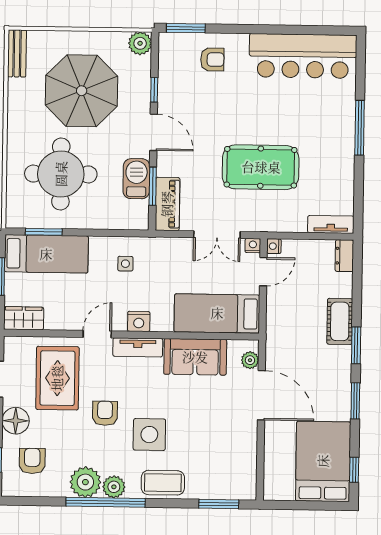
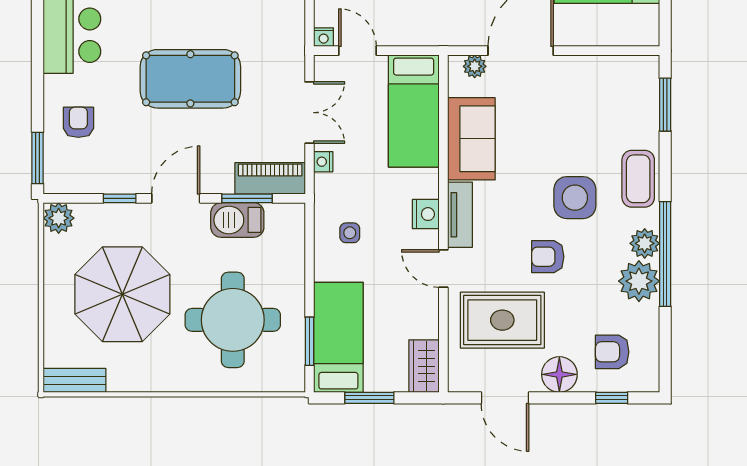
pool table: (261, 167) -> (190, 79), moved, turned 90
nightstand: (253, 246) -> (323, 162), moved

